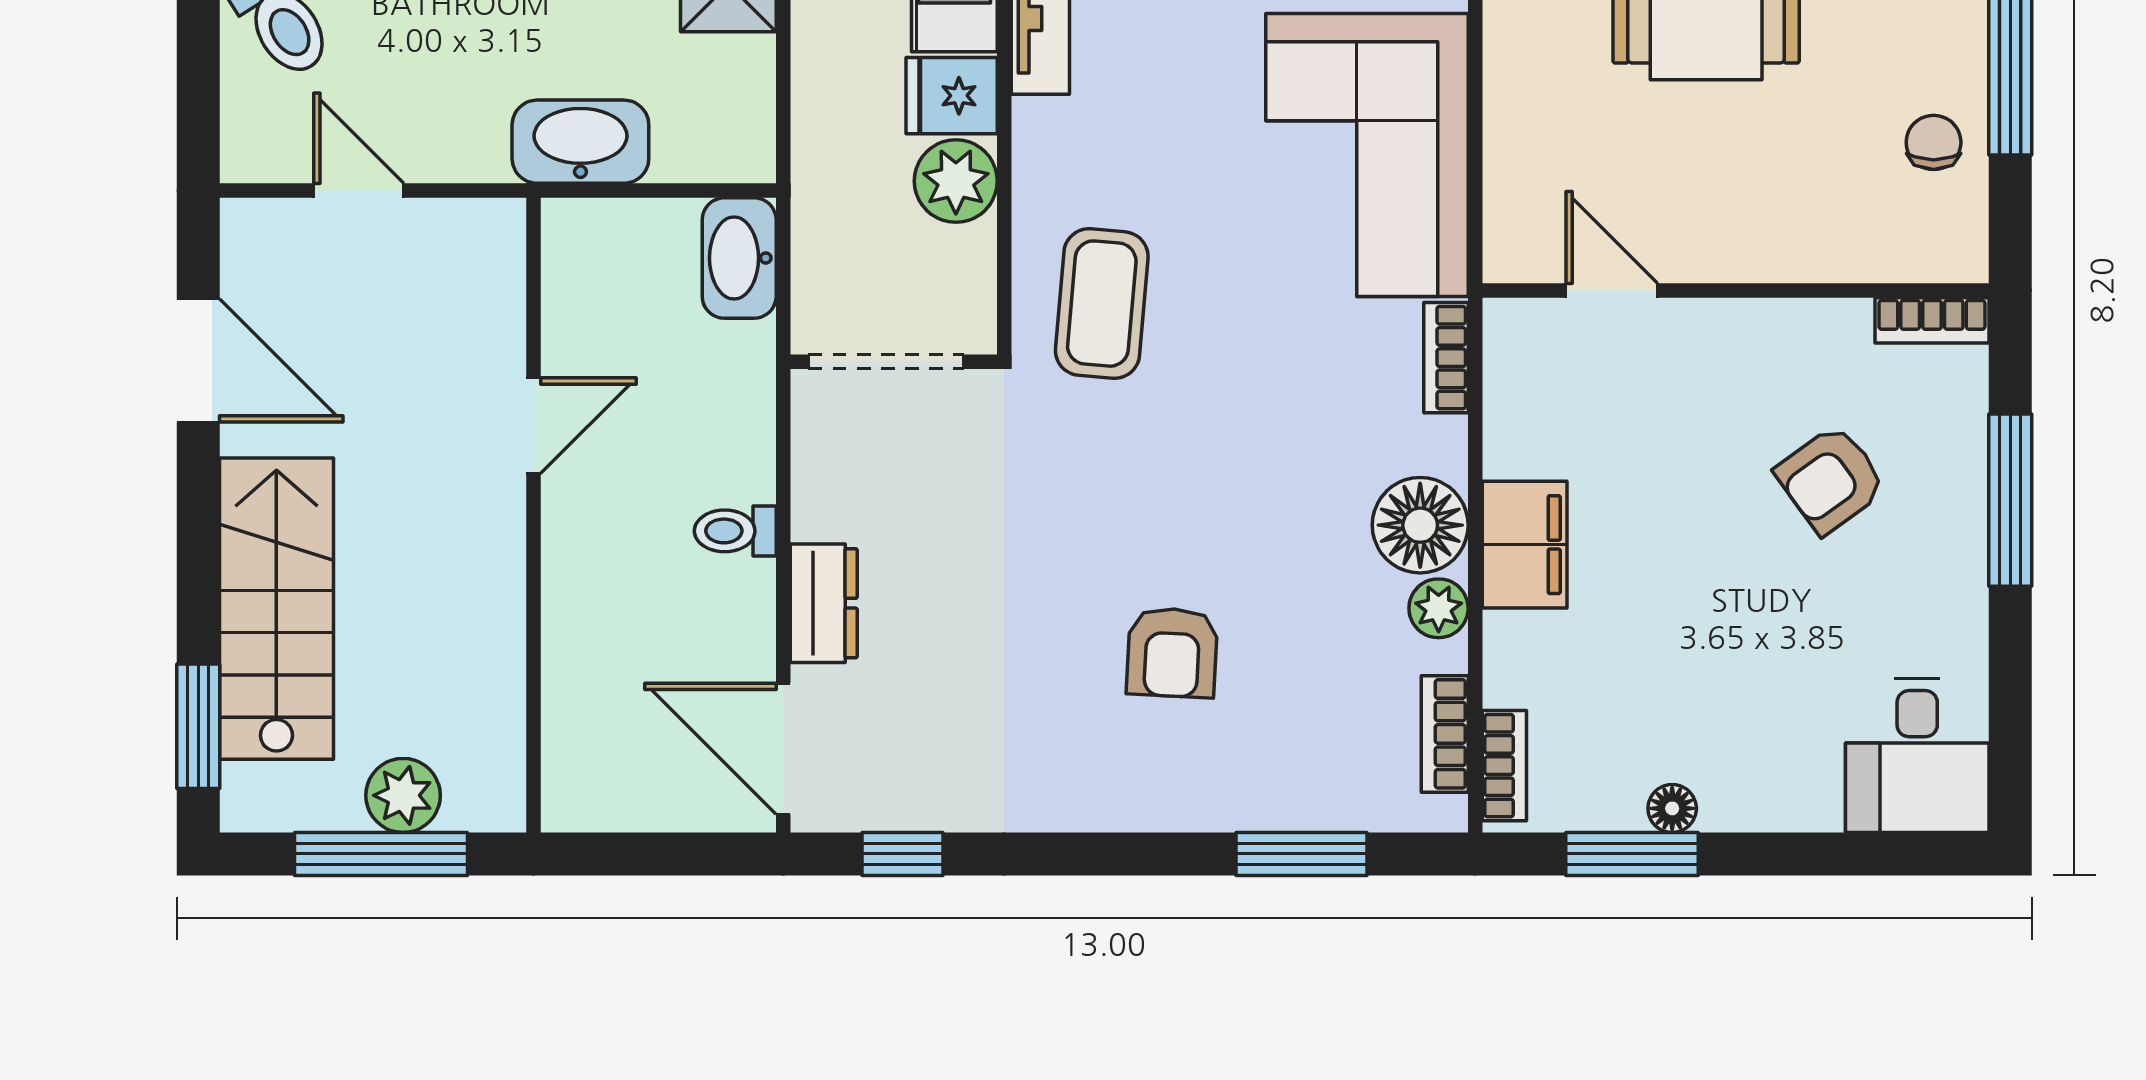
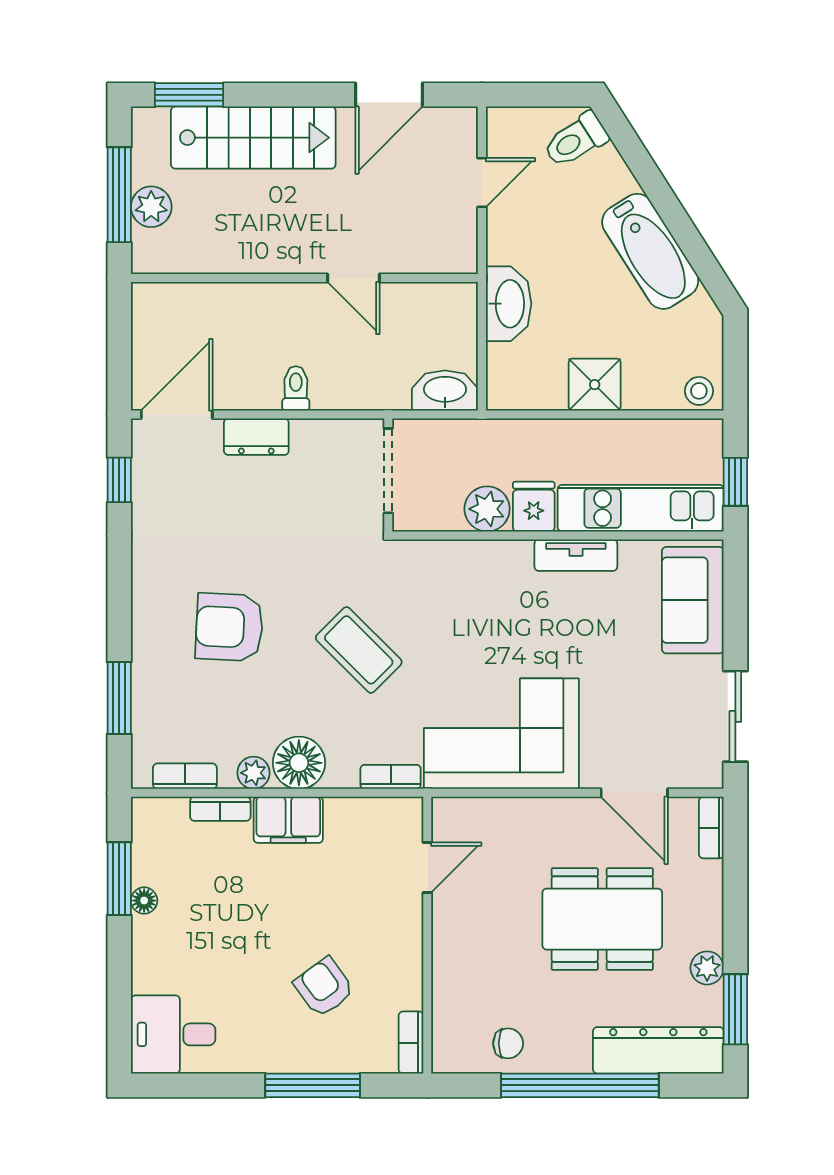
coffee table: (1102, 304) -> (359, 650), moved, turned 40
armchair: (1172, 652) -> (229, 627), width x1.38, depth x1.38
bookcase: (1504, 766) -> (220, 809), moved

